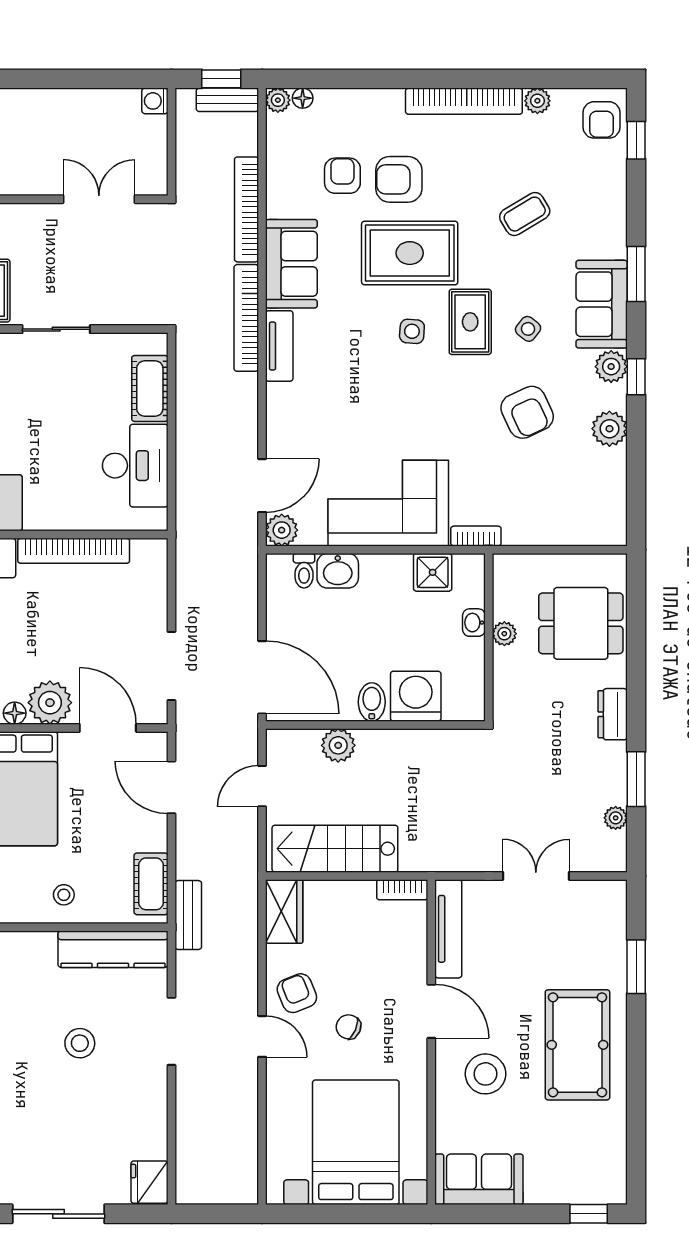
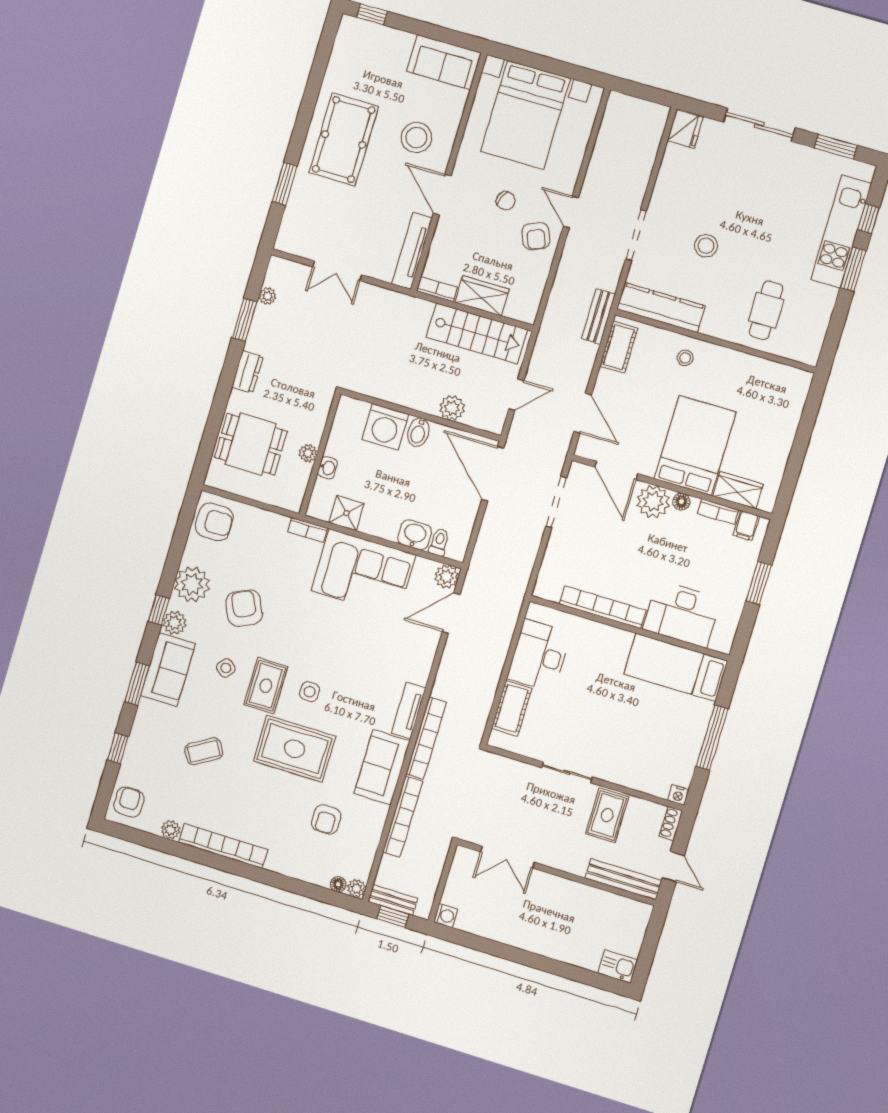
window: (636, 140) -> (118, 748), moved
armchair: (399, 179) -> (214, 522), moved
plant: (609, 429) -> (192, 584), width x1.36, depth x1.36
wardrobe: (284, 912) -> (482, 296), moved, turned 90

